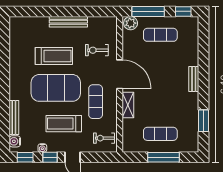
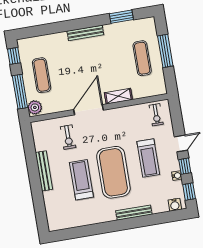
bench: (194, 79) -> (85, 33), width x1.36
exercise mat: (96, 102) -> (121, 130), removed
bench: (14, 118) -> (134, 213), moved

